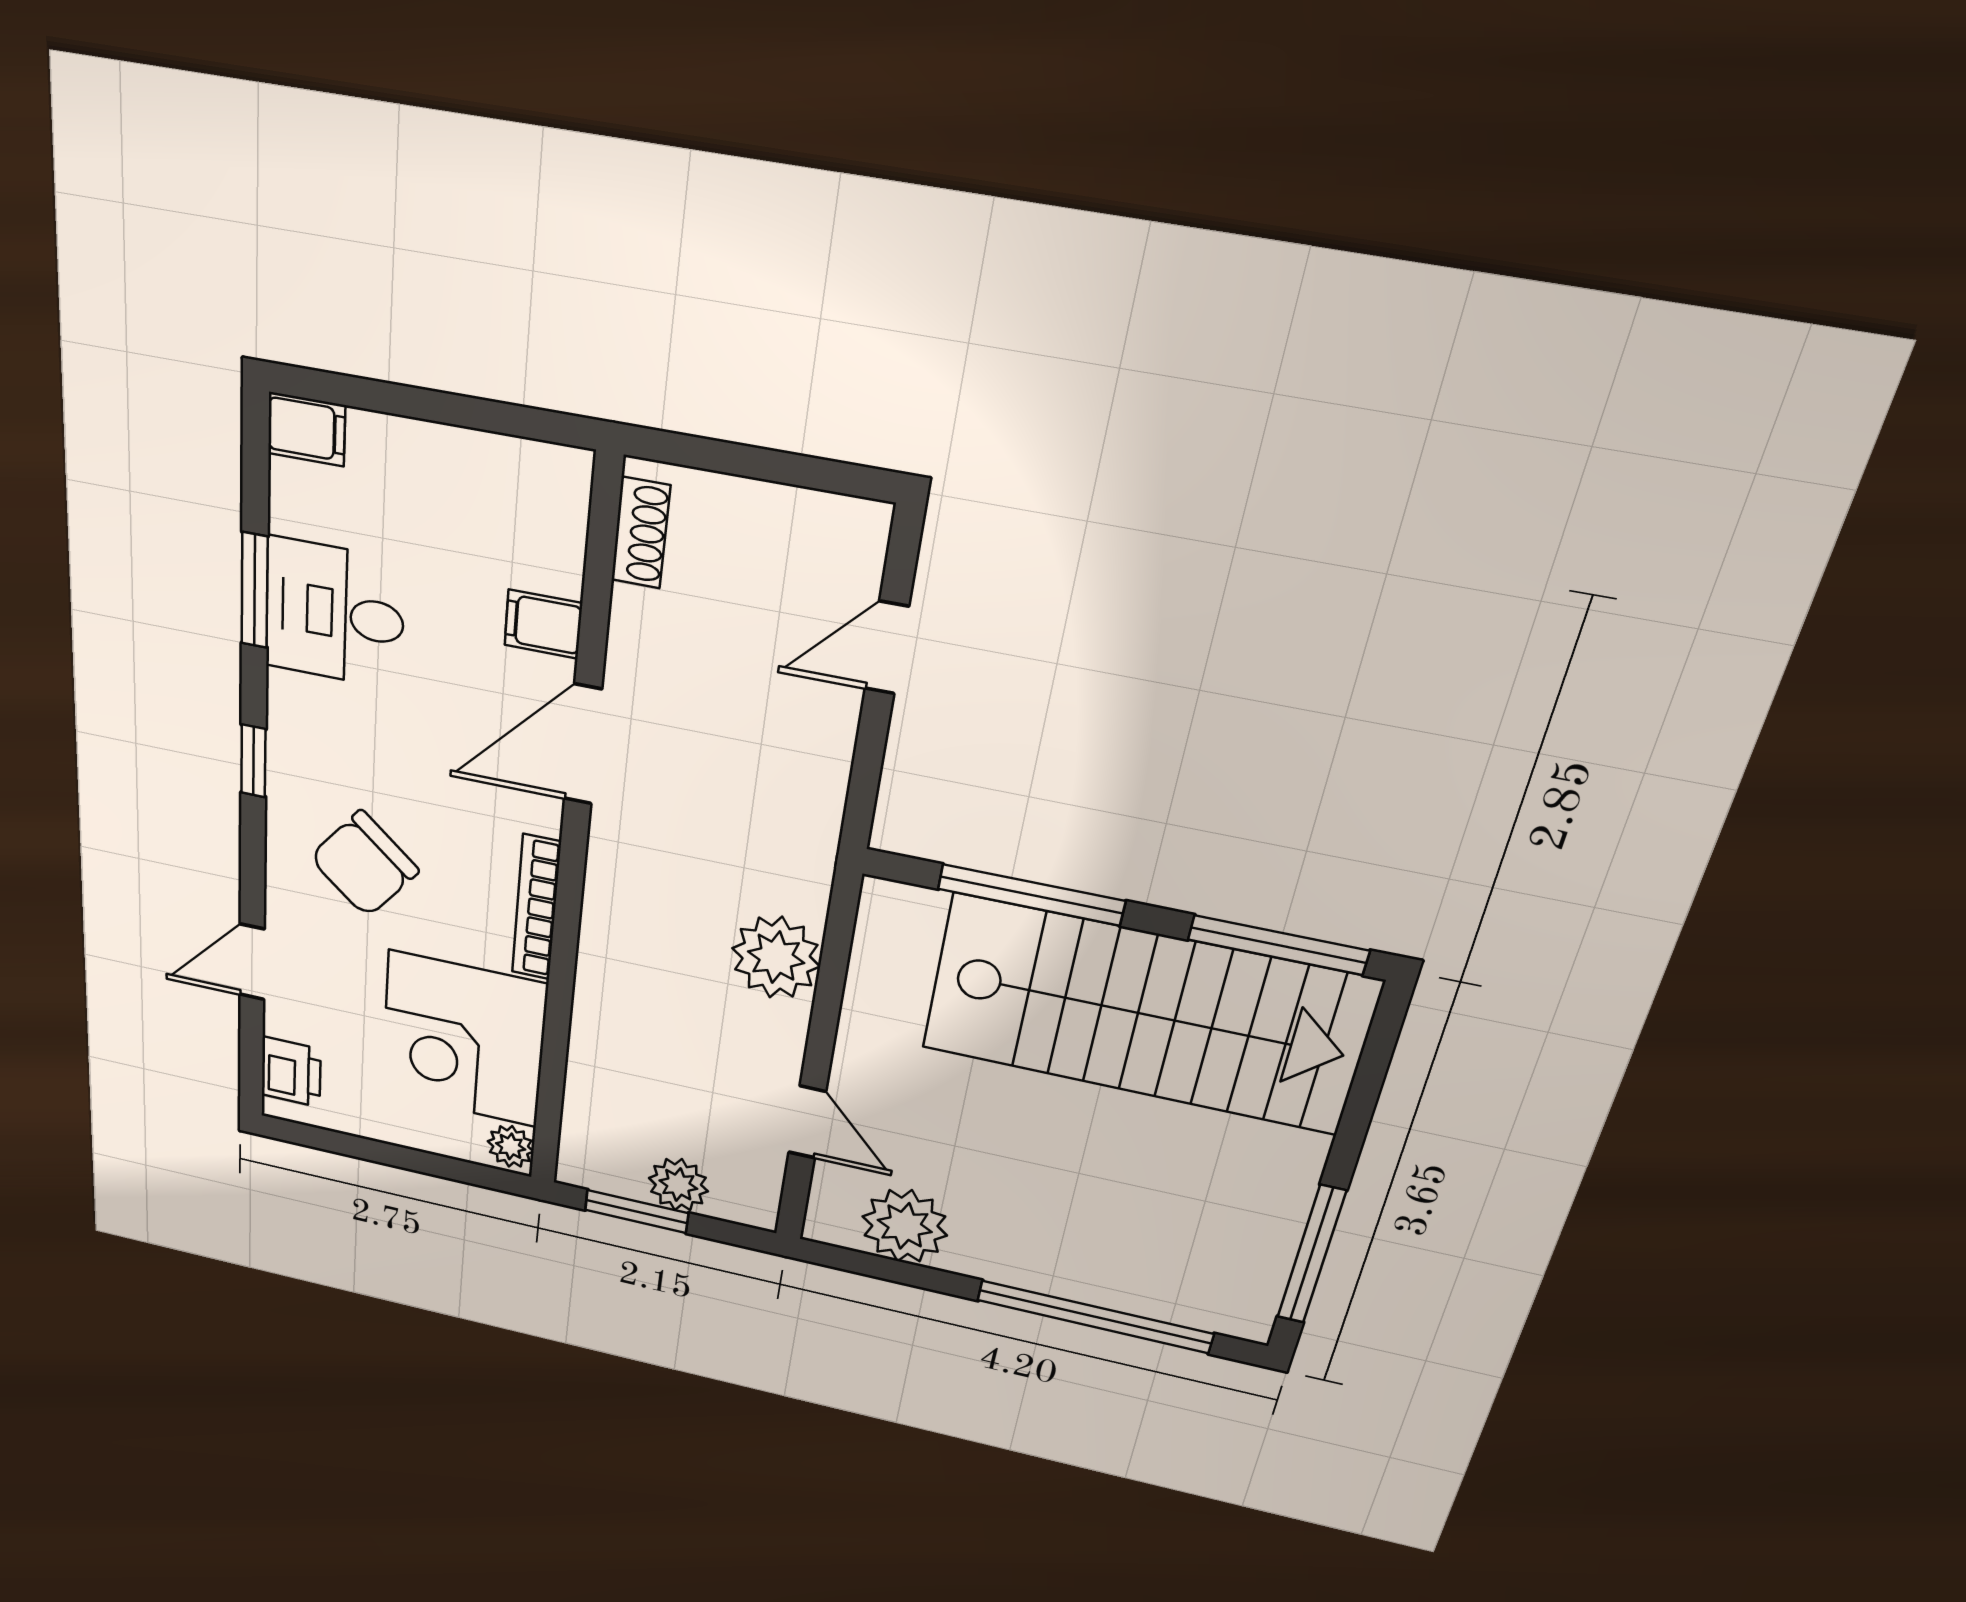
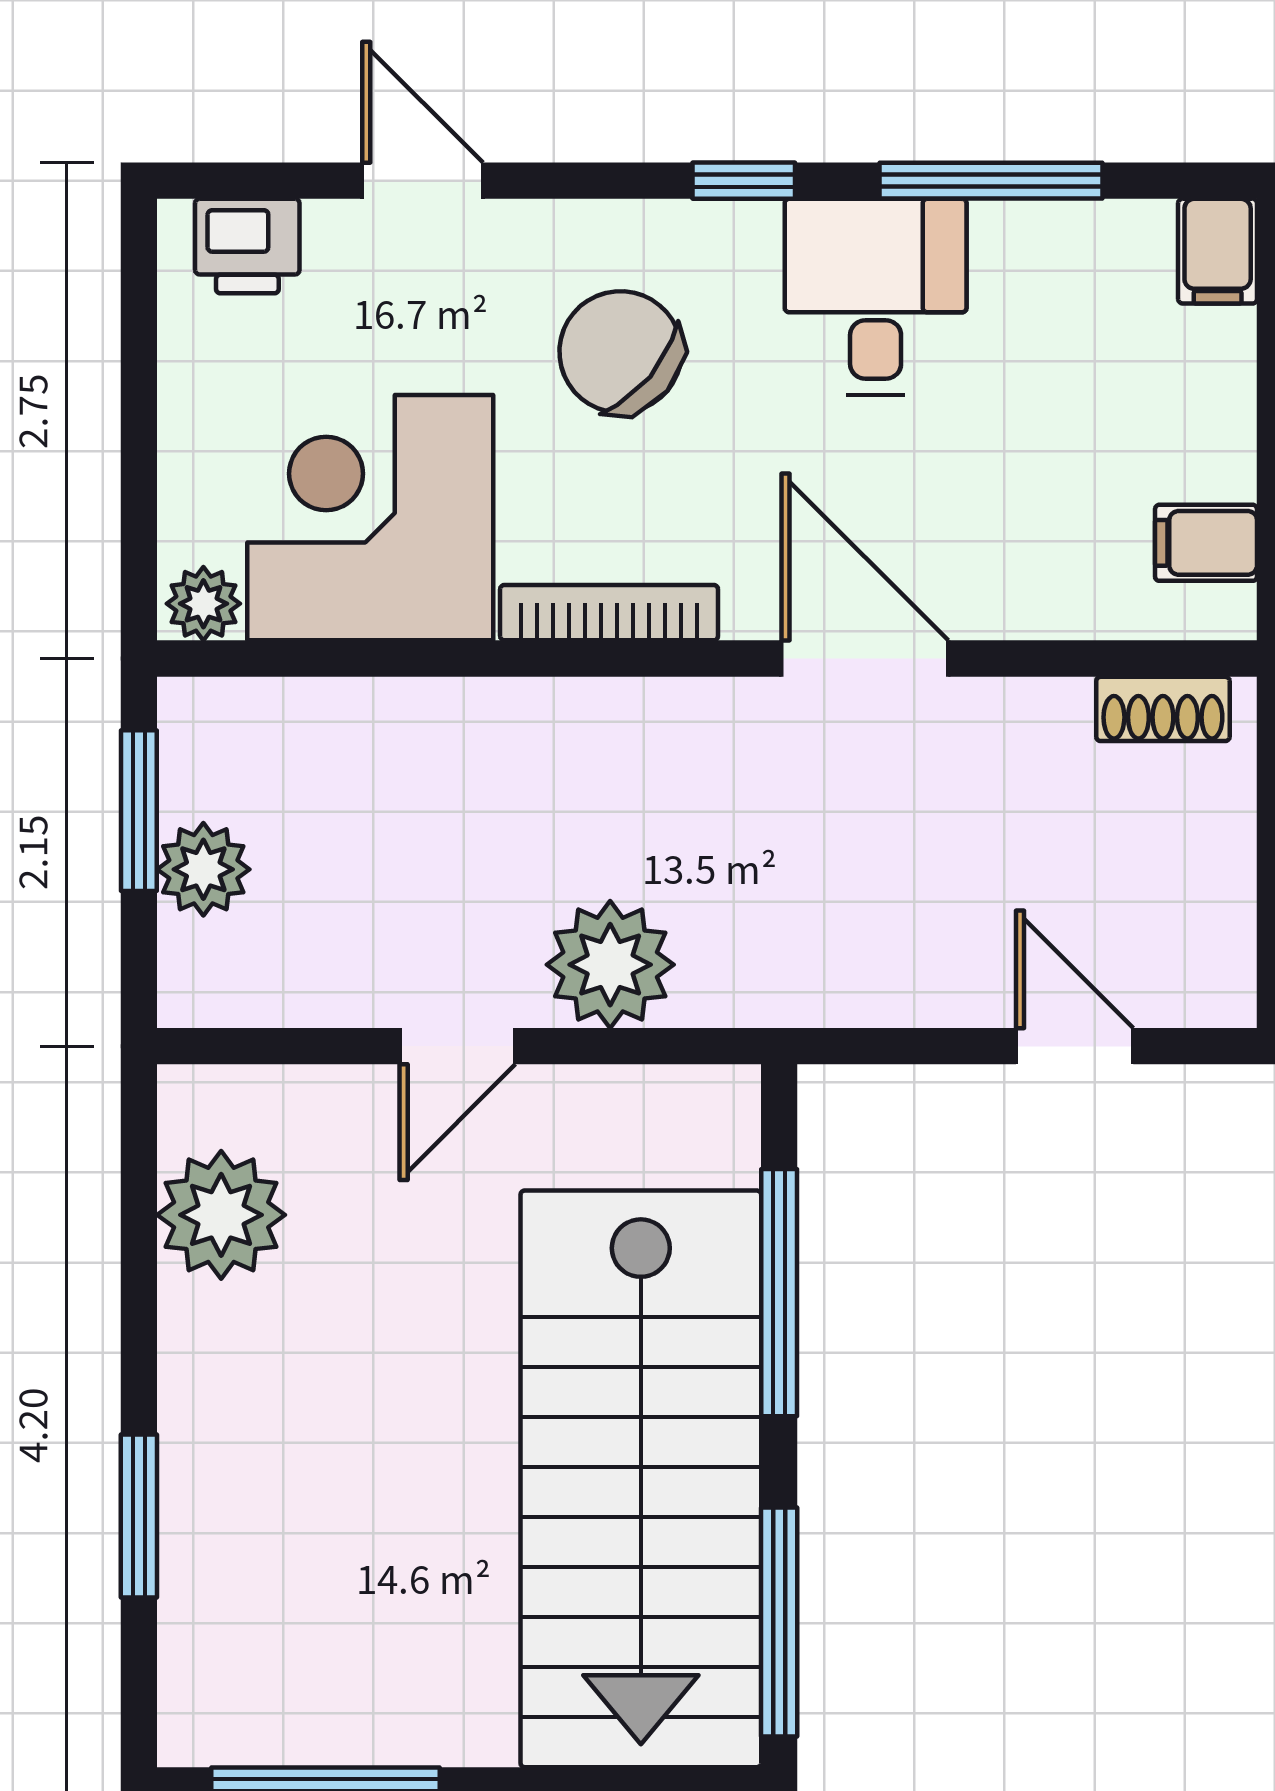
window: (255, 590) -> (991, 181), width x1.44
desk: (335, 613) -> (876, 297), moved
filing cabinet: (543, 624) -> (1206, 543), moved, turned -90
door: (807, 1122) -> (457, 1046), moved
window: (1095, 1317) -> (139, 1516), width x0.47

